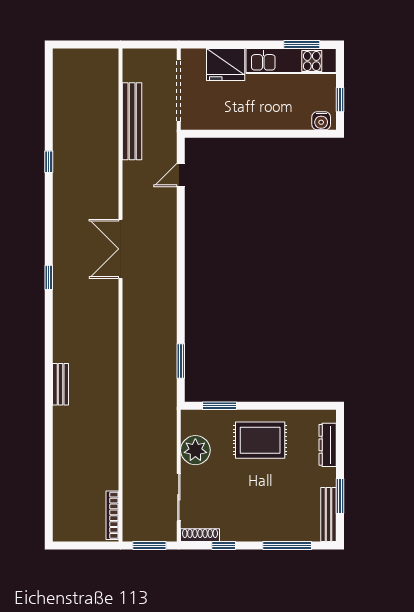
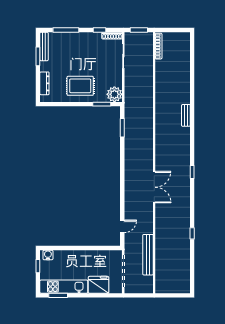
plant: (195, 450) -> (114, 94), moved

